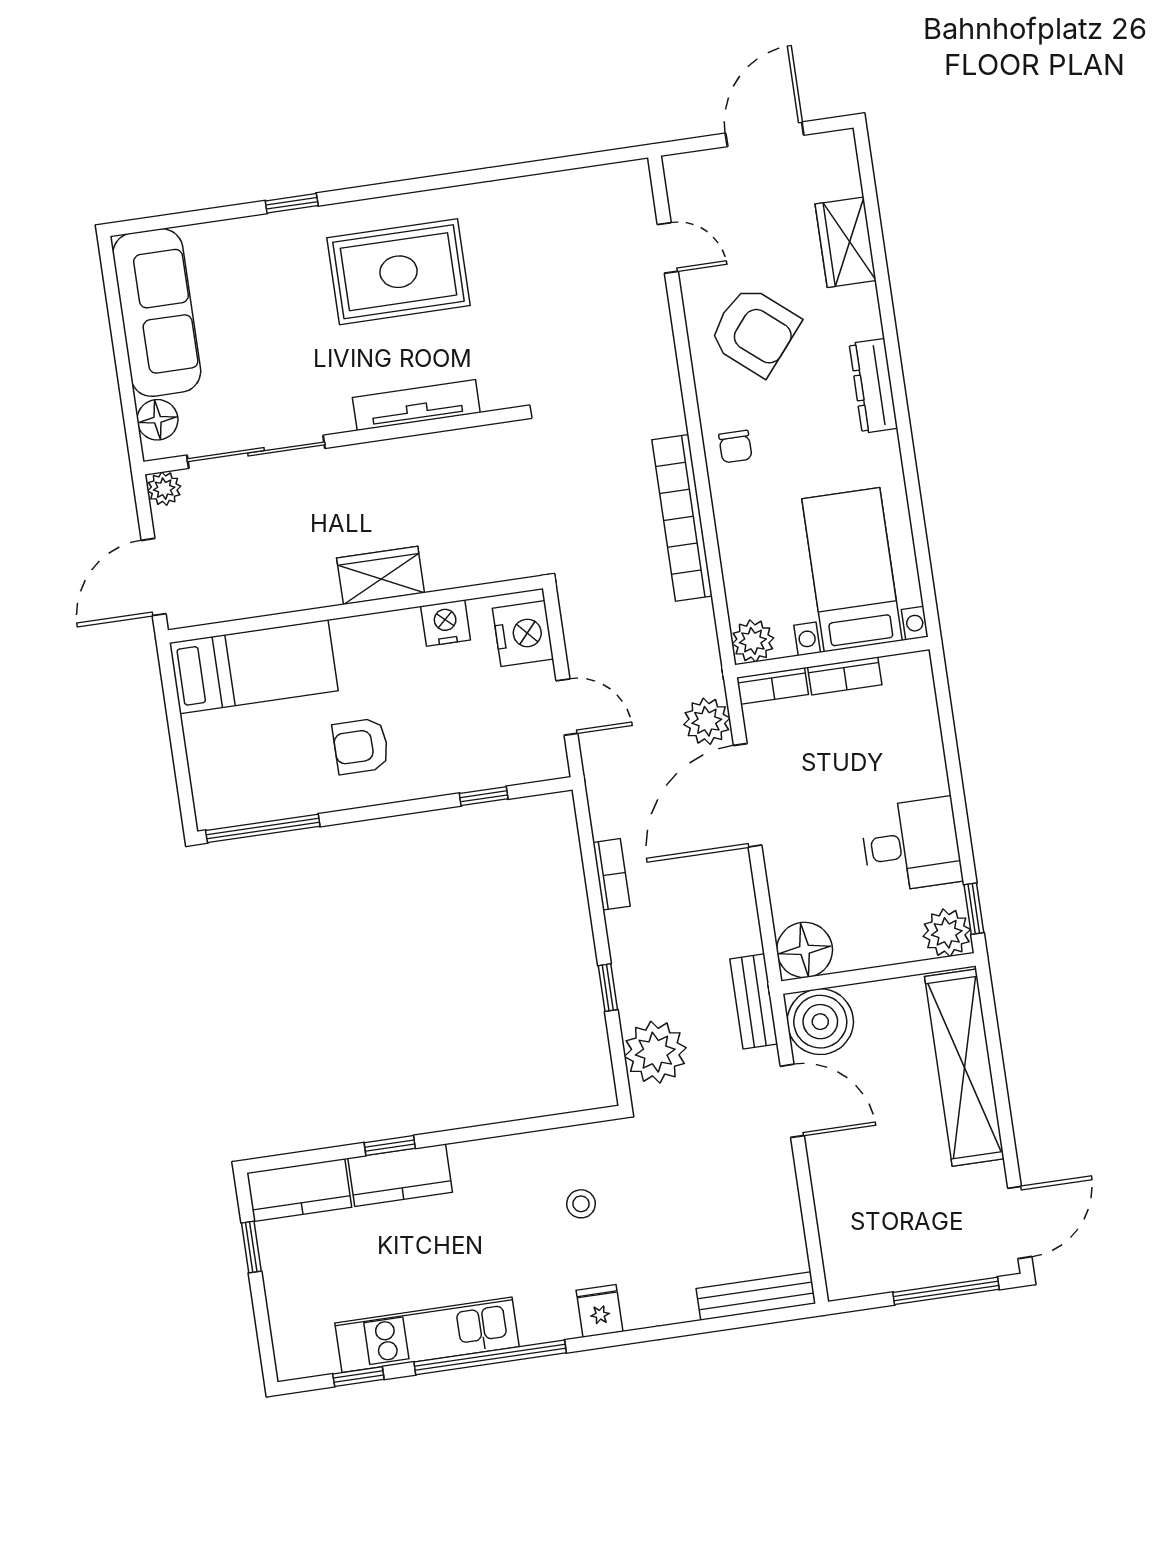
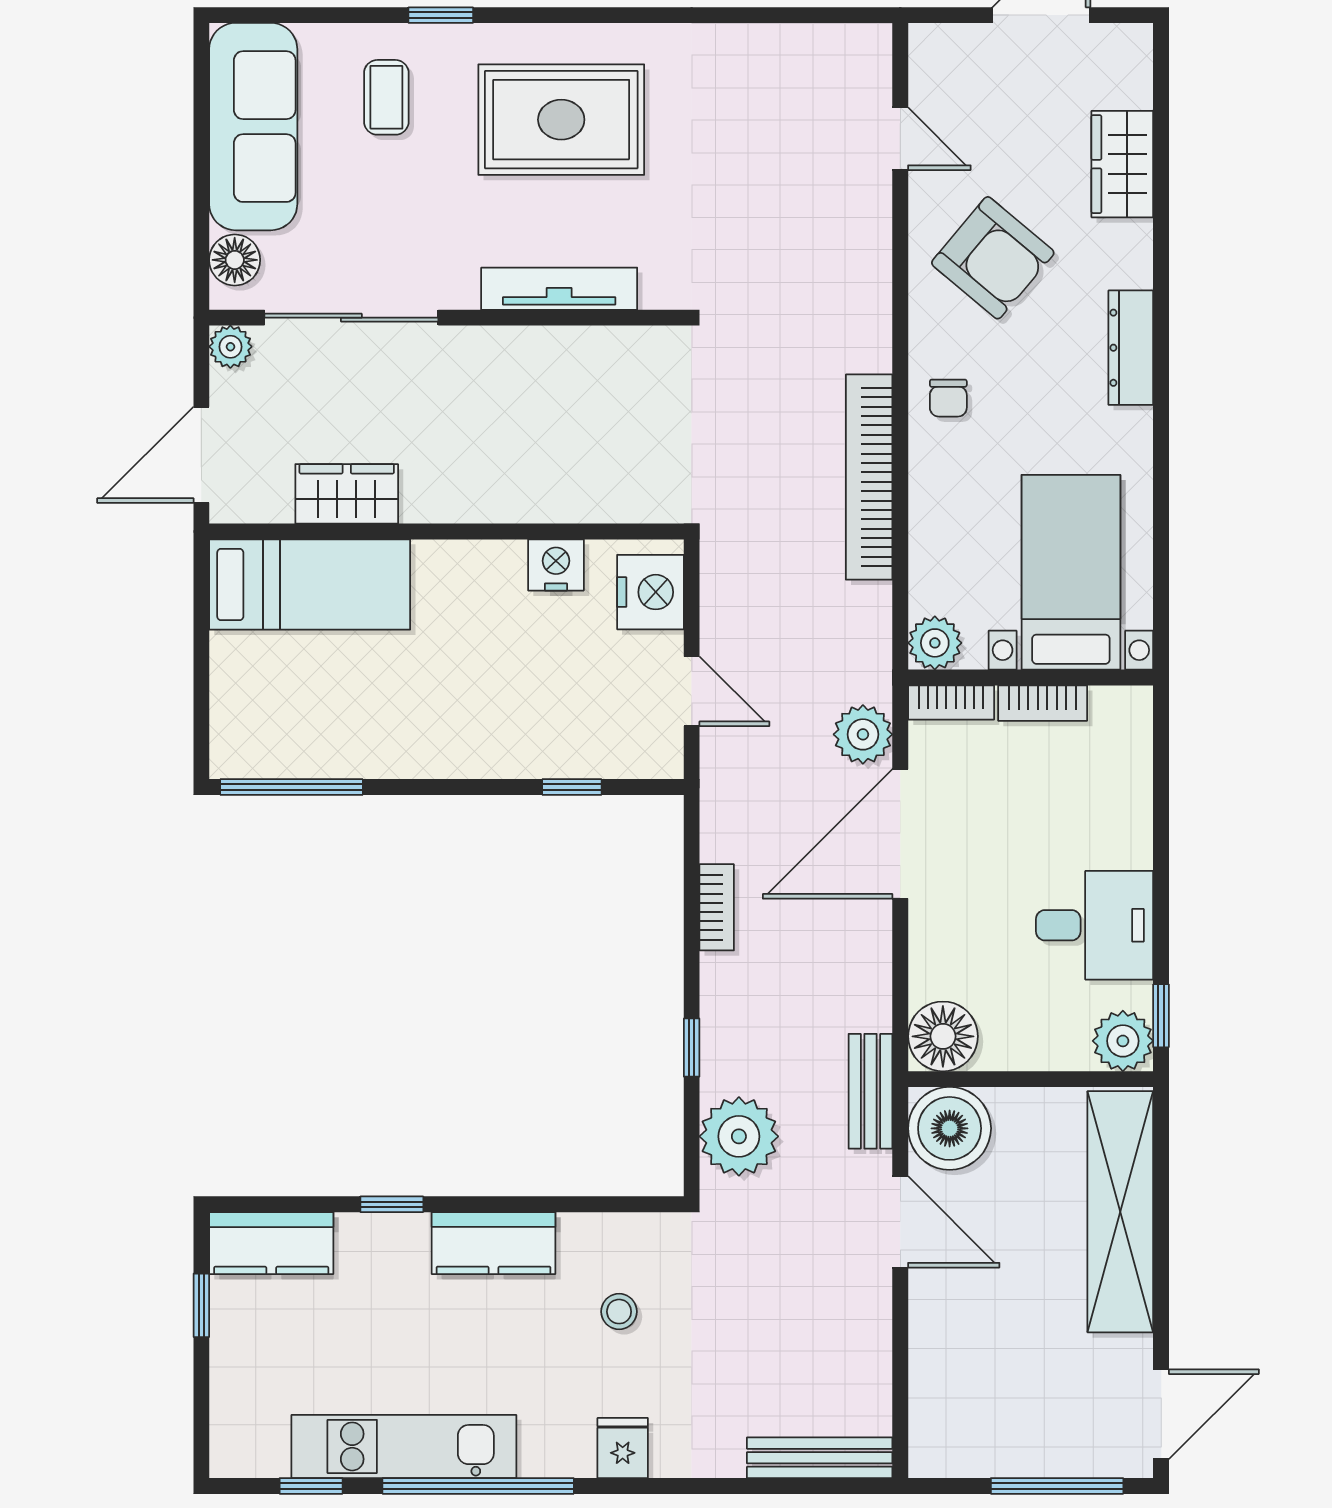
coffee table: (258, 274) -> (386, 97), added
wardrobe: (381, 575) -> (347, 494), moved
armchair: (361, 746) -> (428, 703), removed
kitchen counter: (400, 1175) -> (493, 1243), moved

